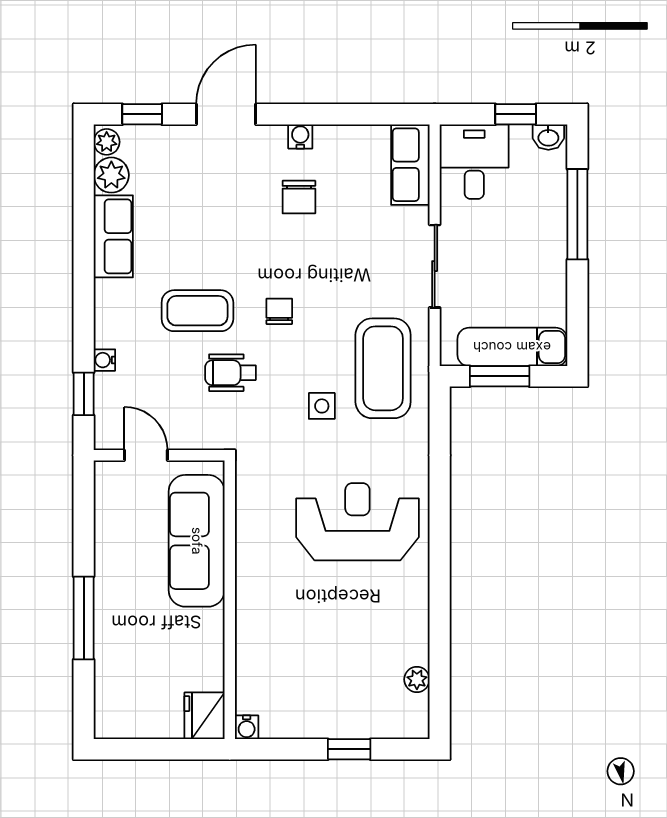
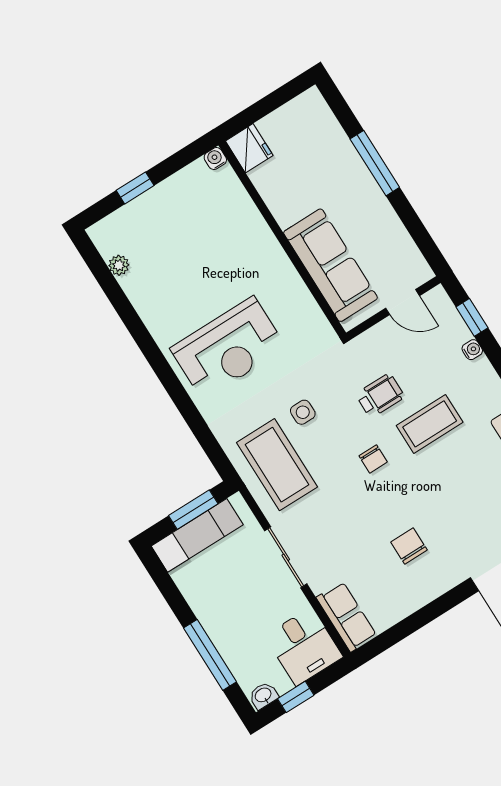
water cooler: (300, 136) -> (434, 588), removed

